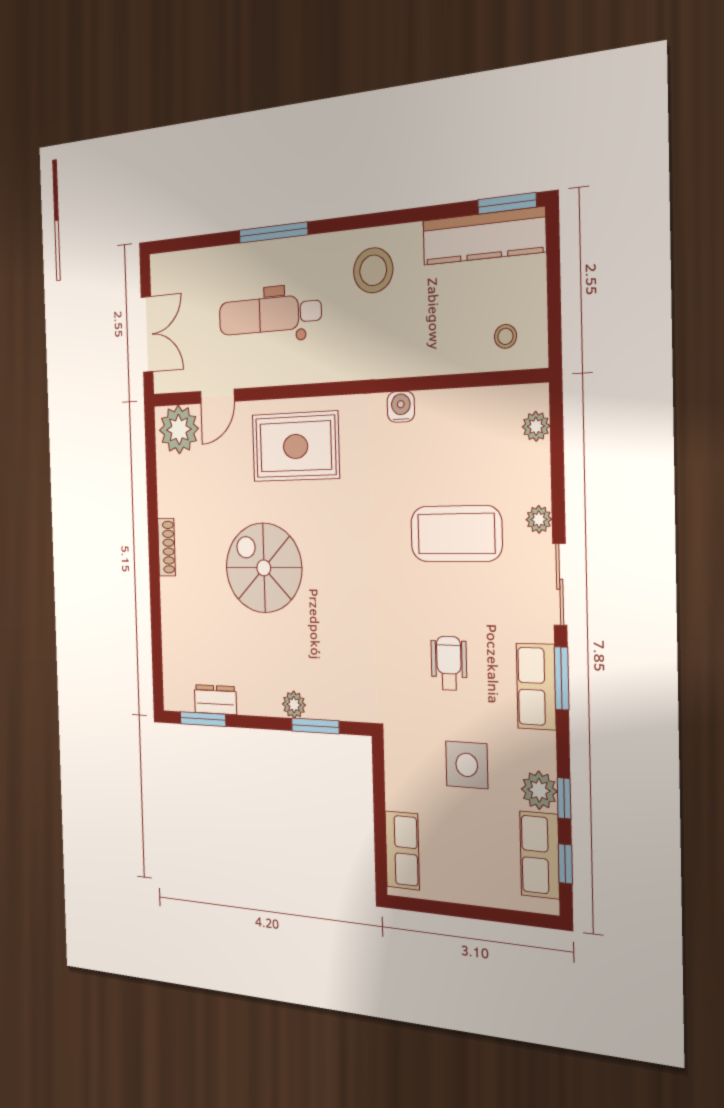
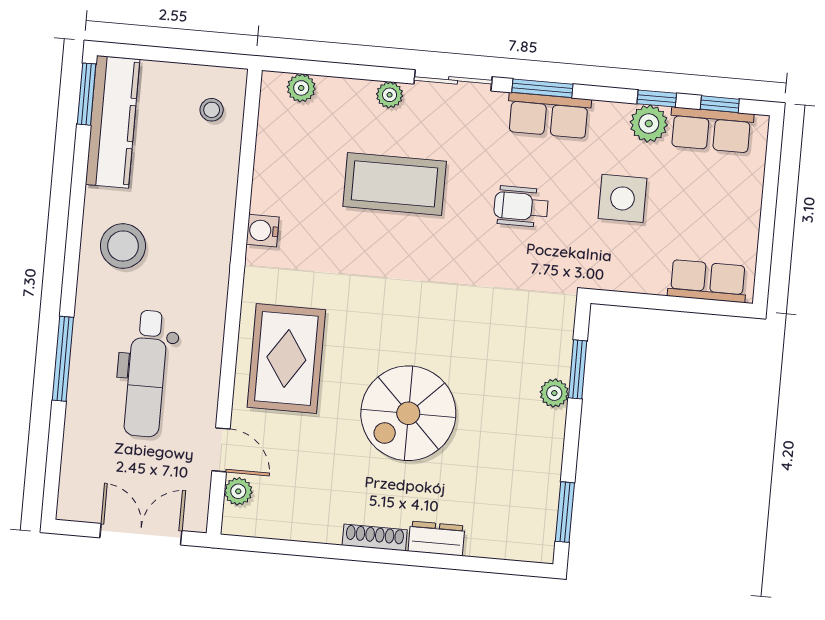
plant: (179, 429) -> (238, 491), width x0.53, depth x0.53
coffee table: (456, 534) -> (395, 184), turned 90
dresser: (215, 700) -> (436, 538), moved, turned 90

